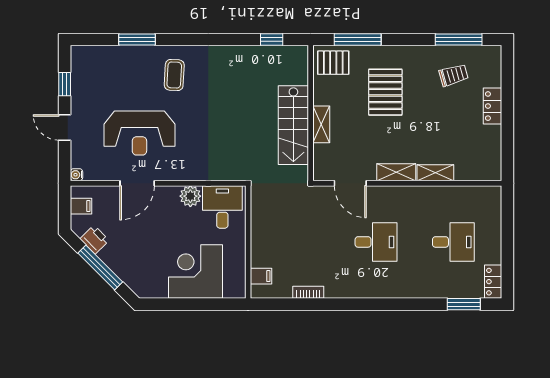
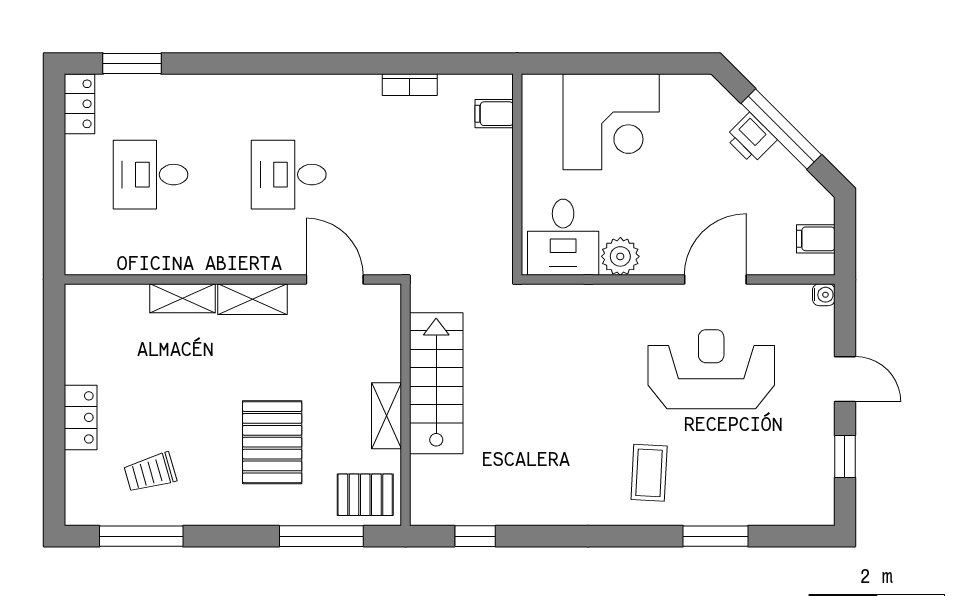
shelving: (321, 124) -> (387, 416), moved
printer: (94, 240) -> (751, 138), moved

